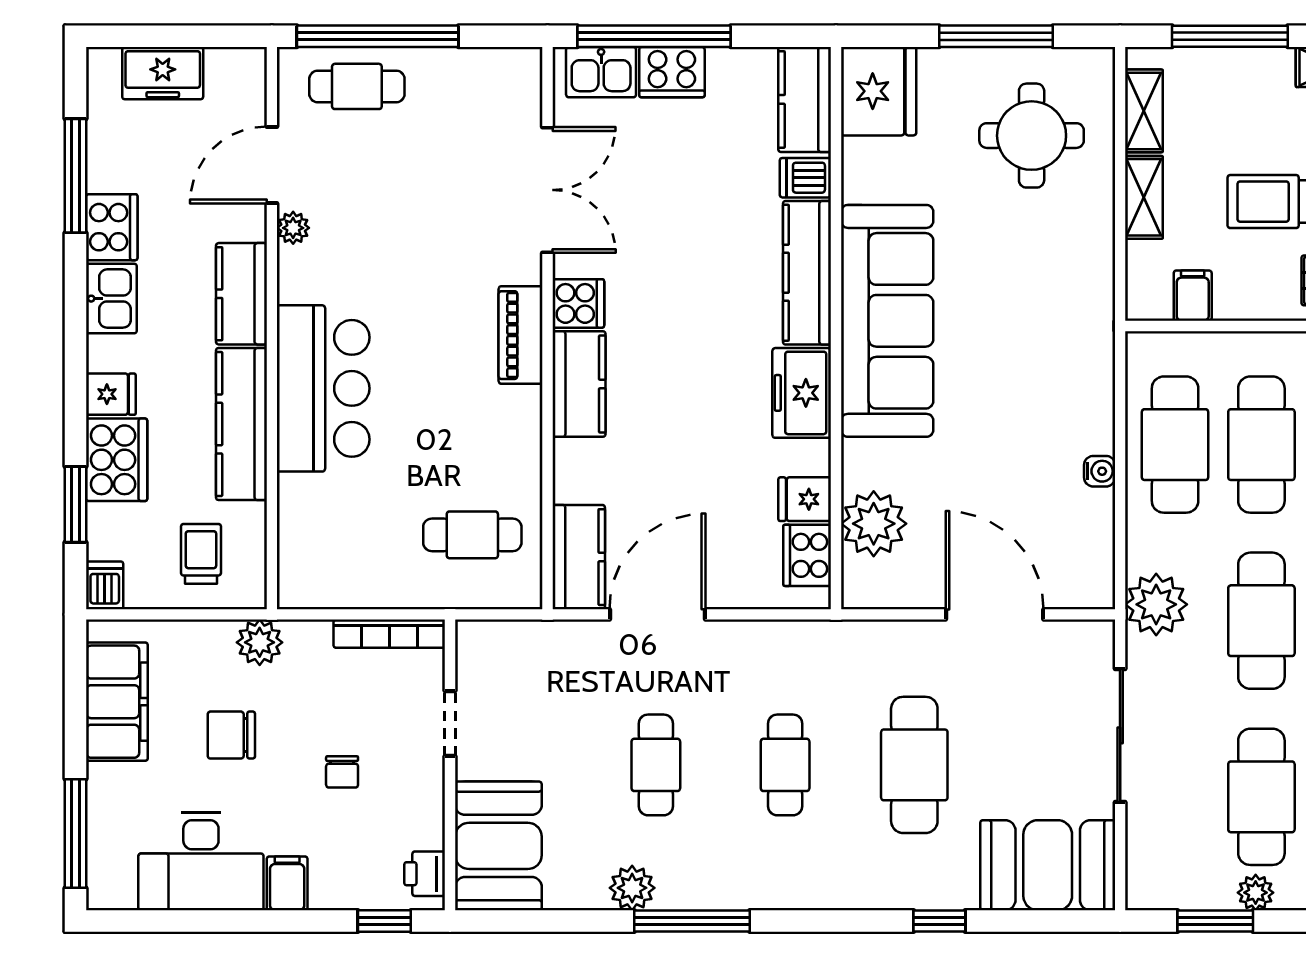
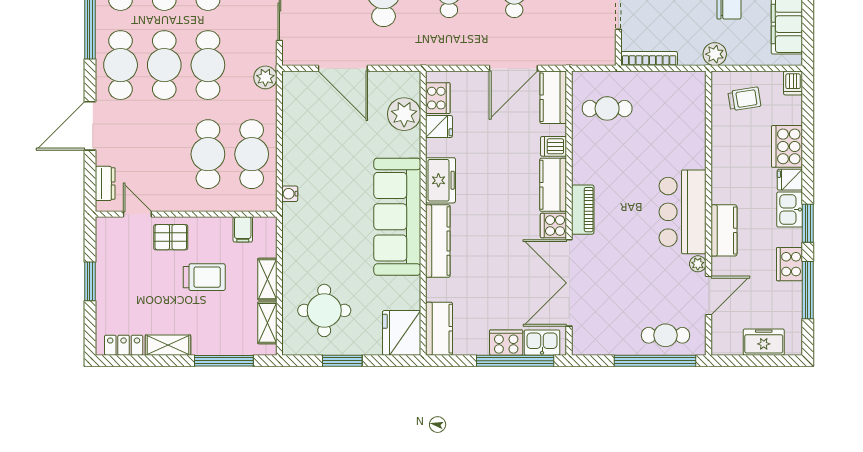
window: (996, 36) -> (342, 361), width x0.69
dishwasher: (805, 178) -> (554, 146), moved, turned 180
double door: (548, 190) -> (569, 283), width x1.36
kitchen sink: (111, 299) -> (790, 210), moved
bar counter: (323, 388) -> (683, 212), moved
kitchen counter: (241, 424) -> (724, 165), removed
water cooler: (1100, 471) -> (290, 194), moved
window: (76, 504) -> (808, 223), moved
trolley: (201, 554) -> (744, 99), turned -99
plant: (1156, 604) -> (265, 77), width x0.73, depth x0.73

